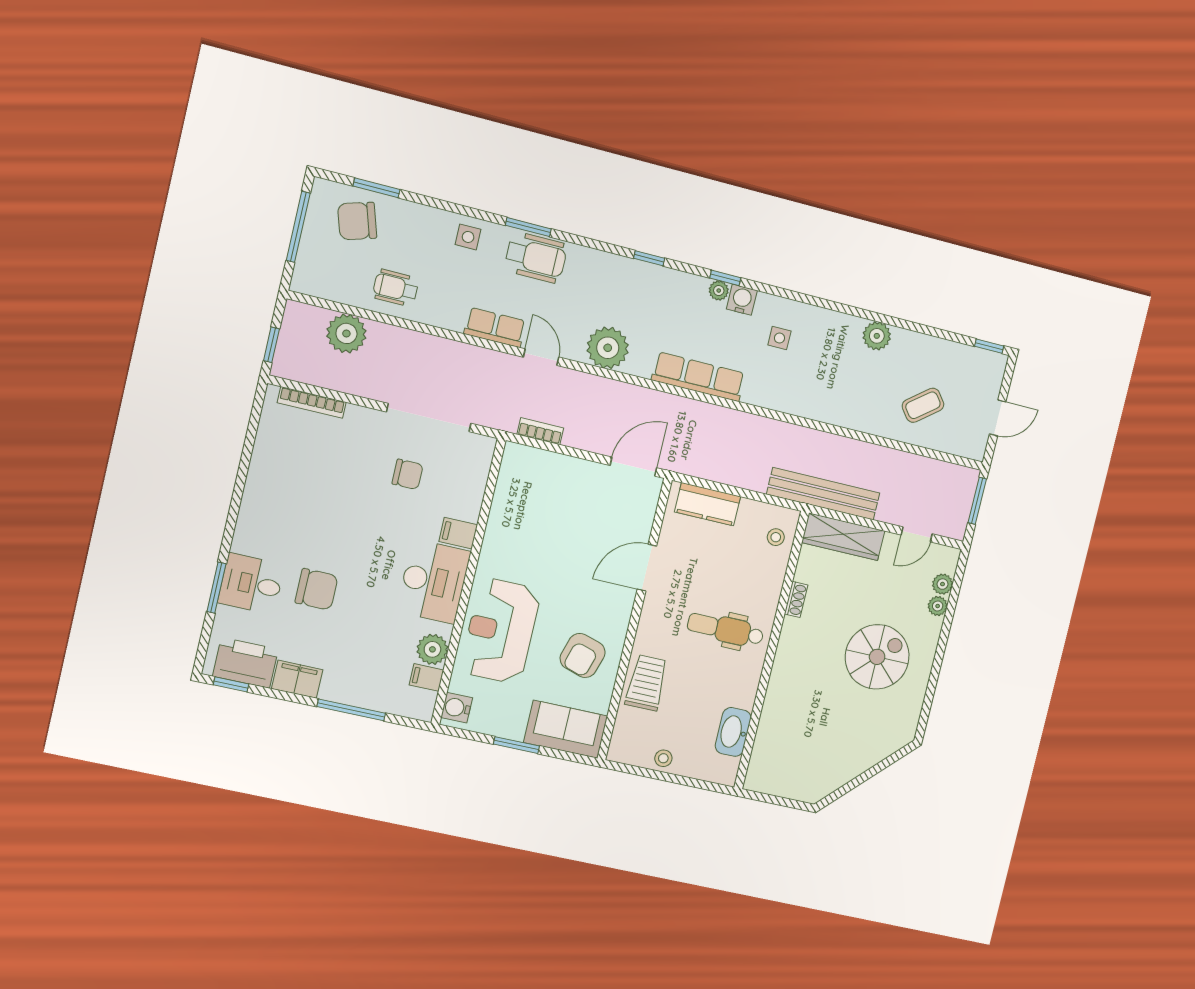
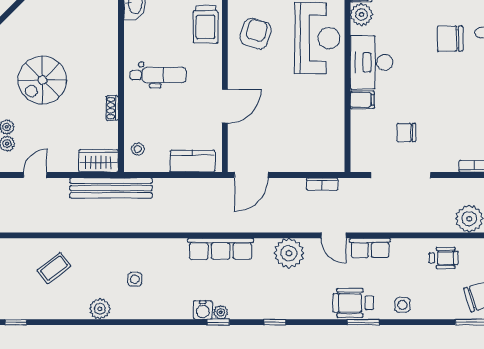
side table: (779, 338) -> (135, 279), moved
wardrobe: (843, 537) -> (99, 161), width x0.67

